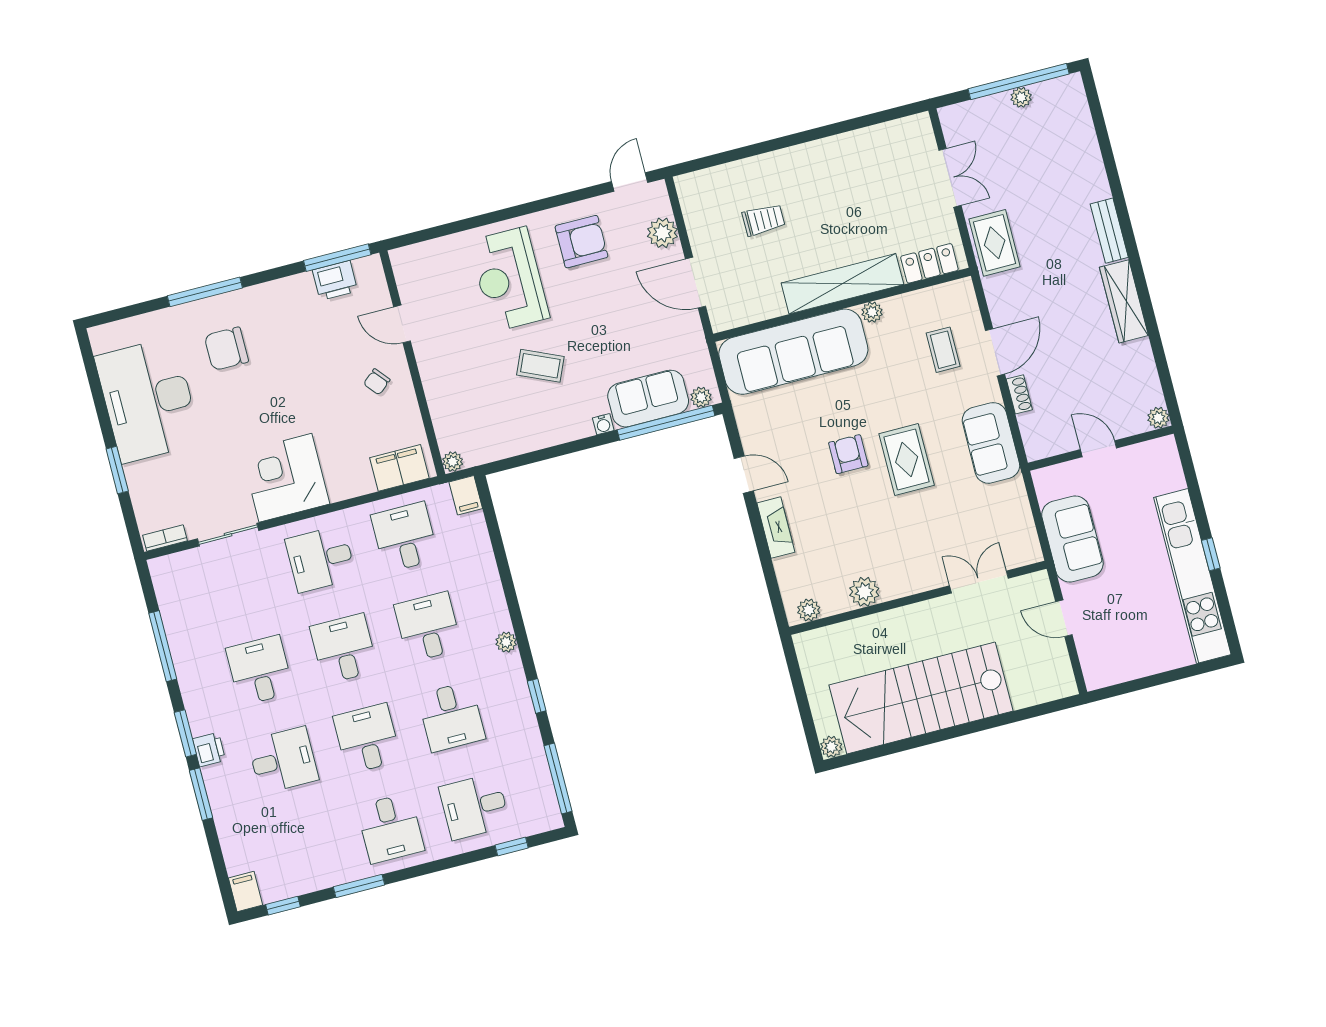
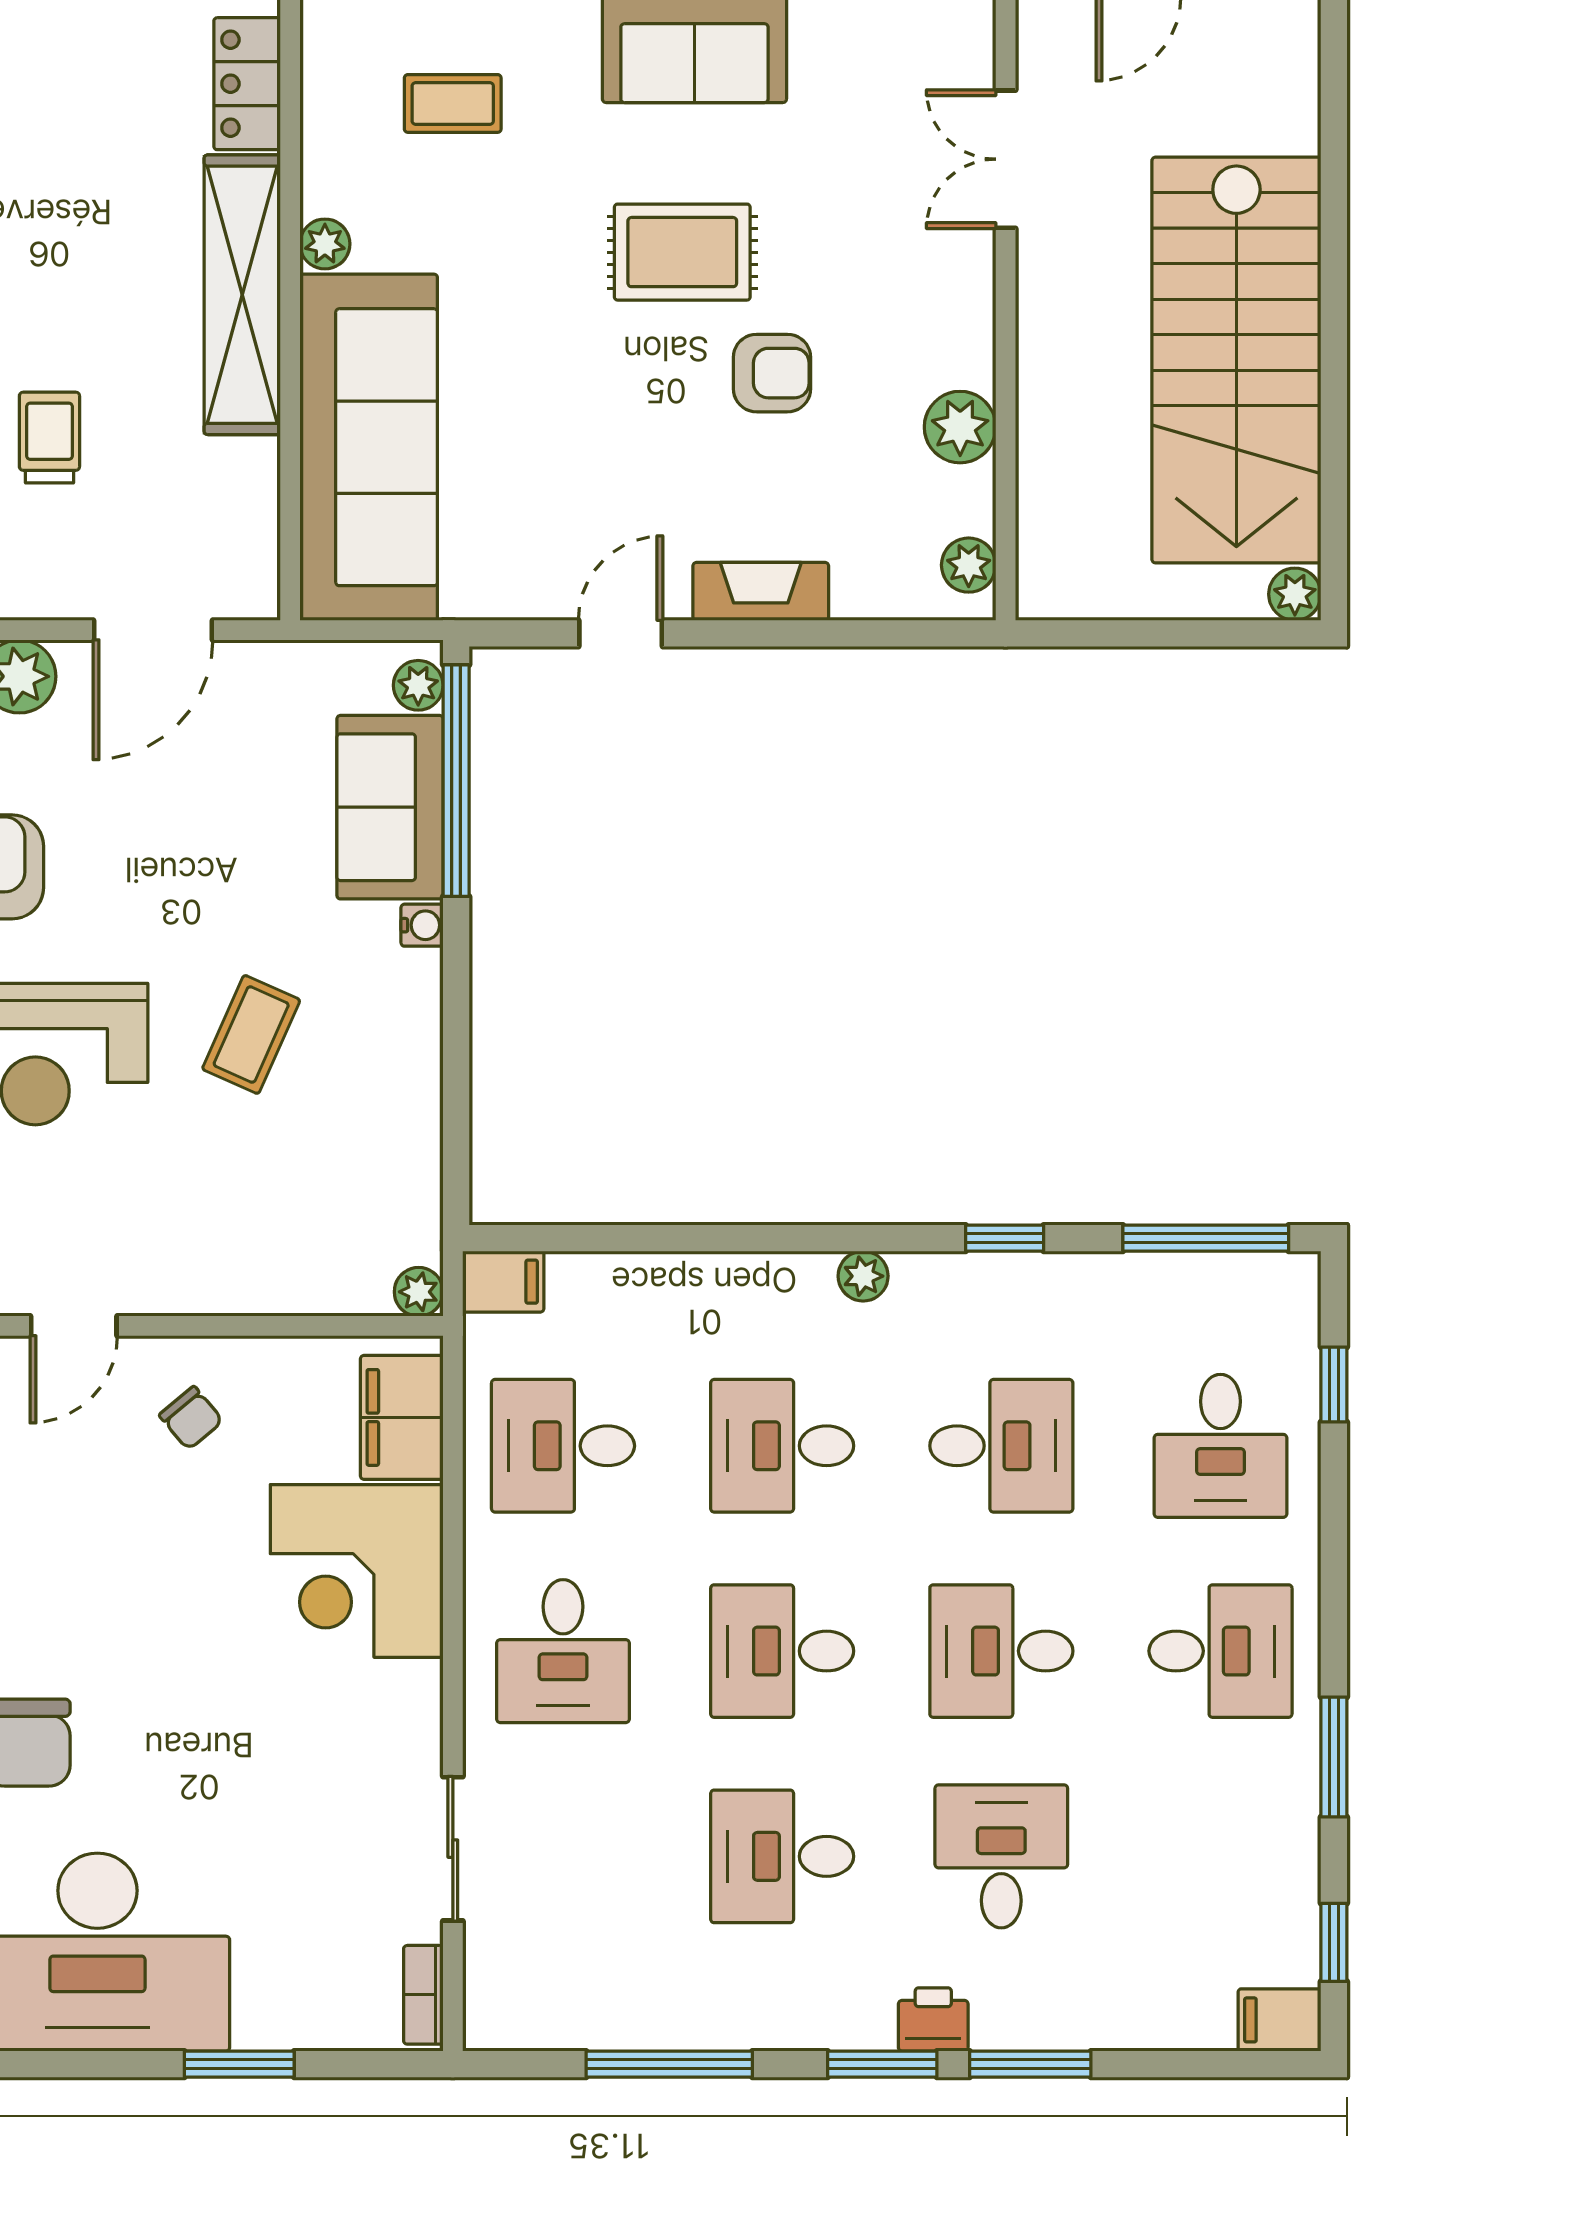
armchair: (848, 454) -> (772, 373), moved, turned 180
corner desk: (285, 478) -> (357, 1571), moved

